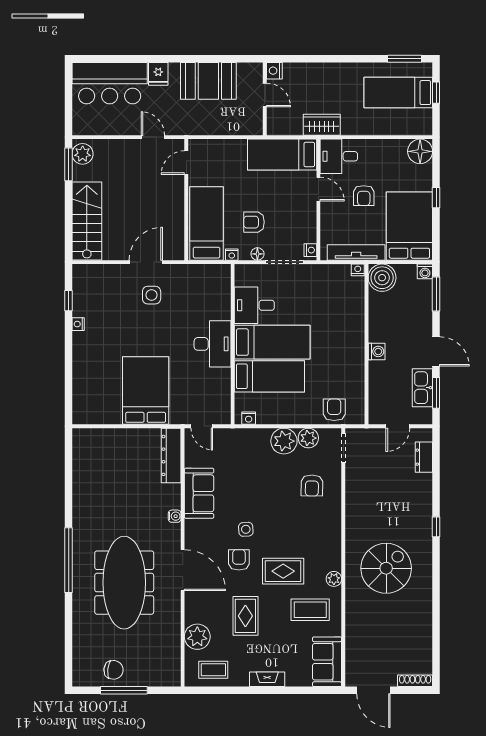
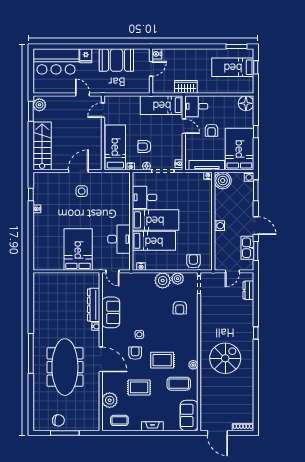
door: (265, 95) -> (151, 69), hinge flipped
desk: (213, 344) -> (119, 239), moved
dresser: (171, 455) -> (94, 305), moved
rug: (245, 616) -> (139, 387), turned 90

